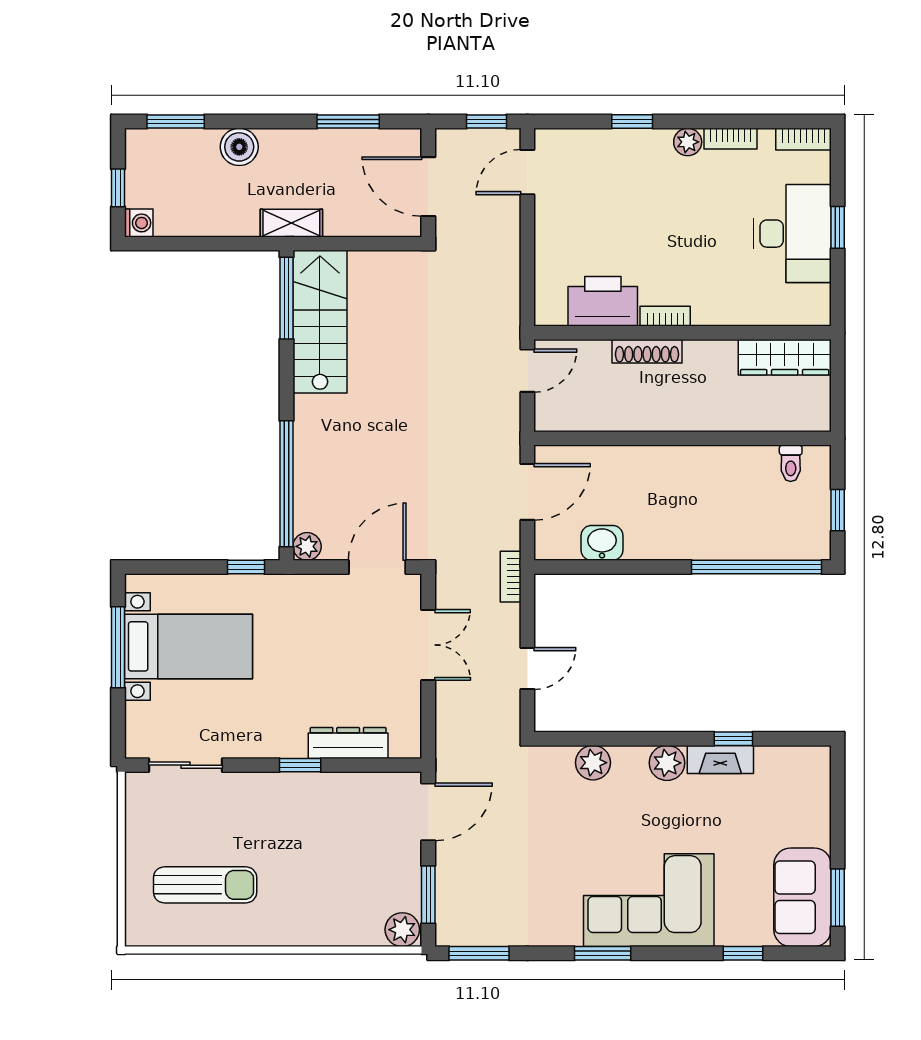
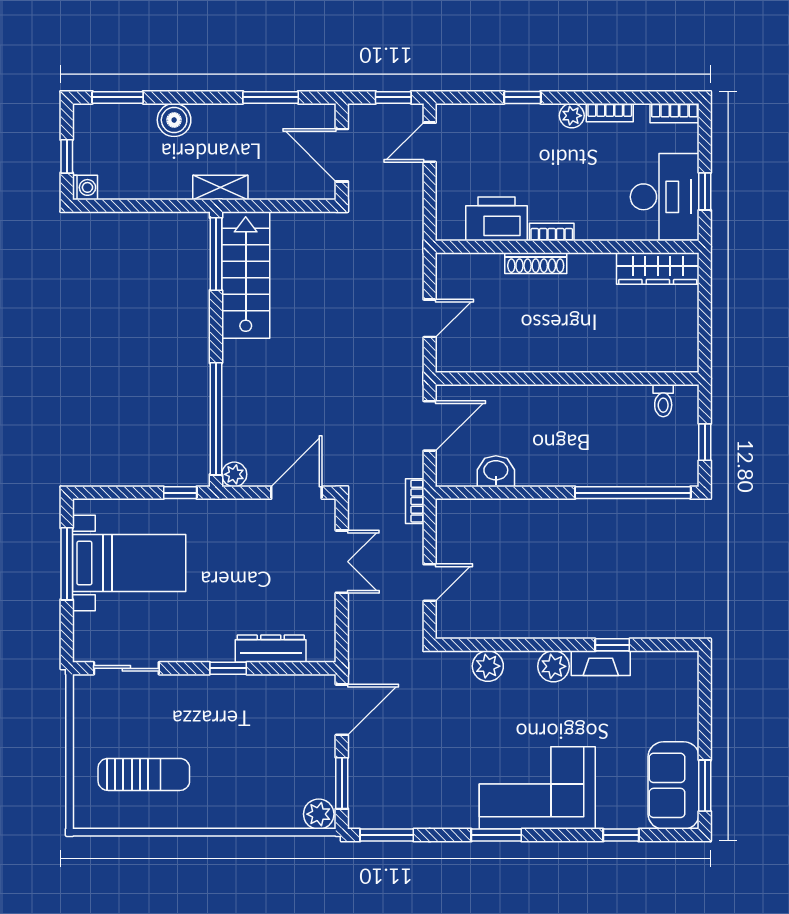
printer: (603, 301) -> (496, 219), moved
bookcase: (665, 316) -> (552, 232), moved
wall: (682, 333) -> (567, 247), moved
shoe rack: (647, 351) -> (536, 263), moved
wardrobe: (785, 357) -> (658, 268), moved

